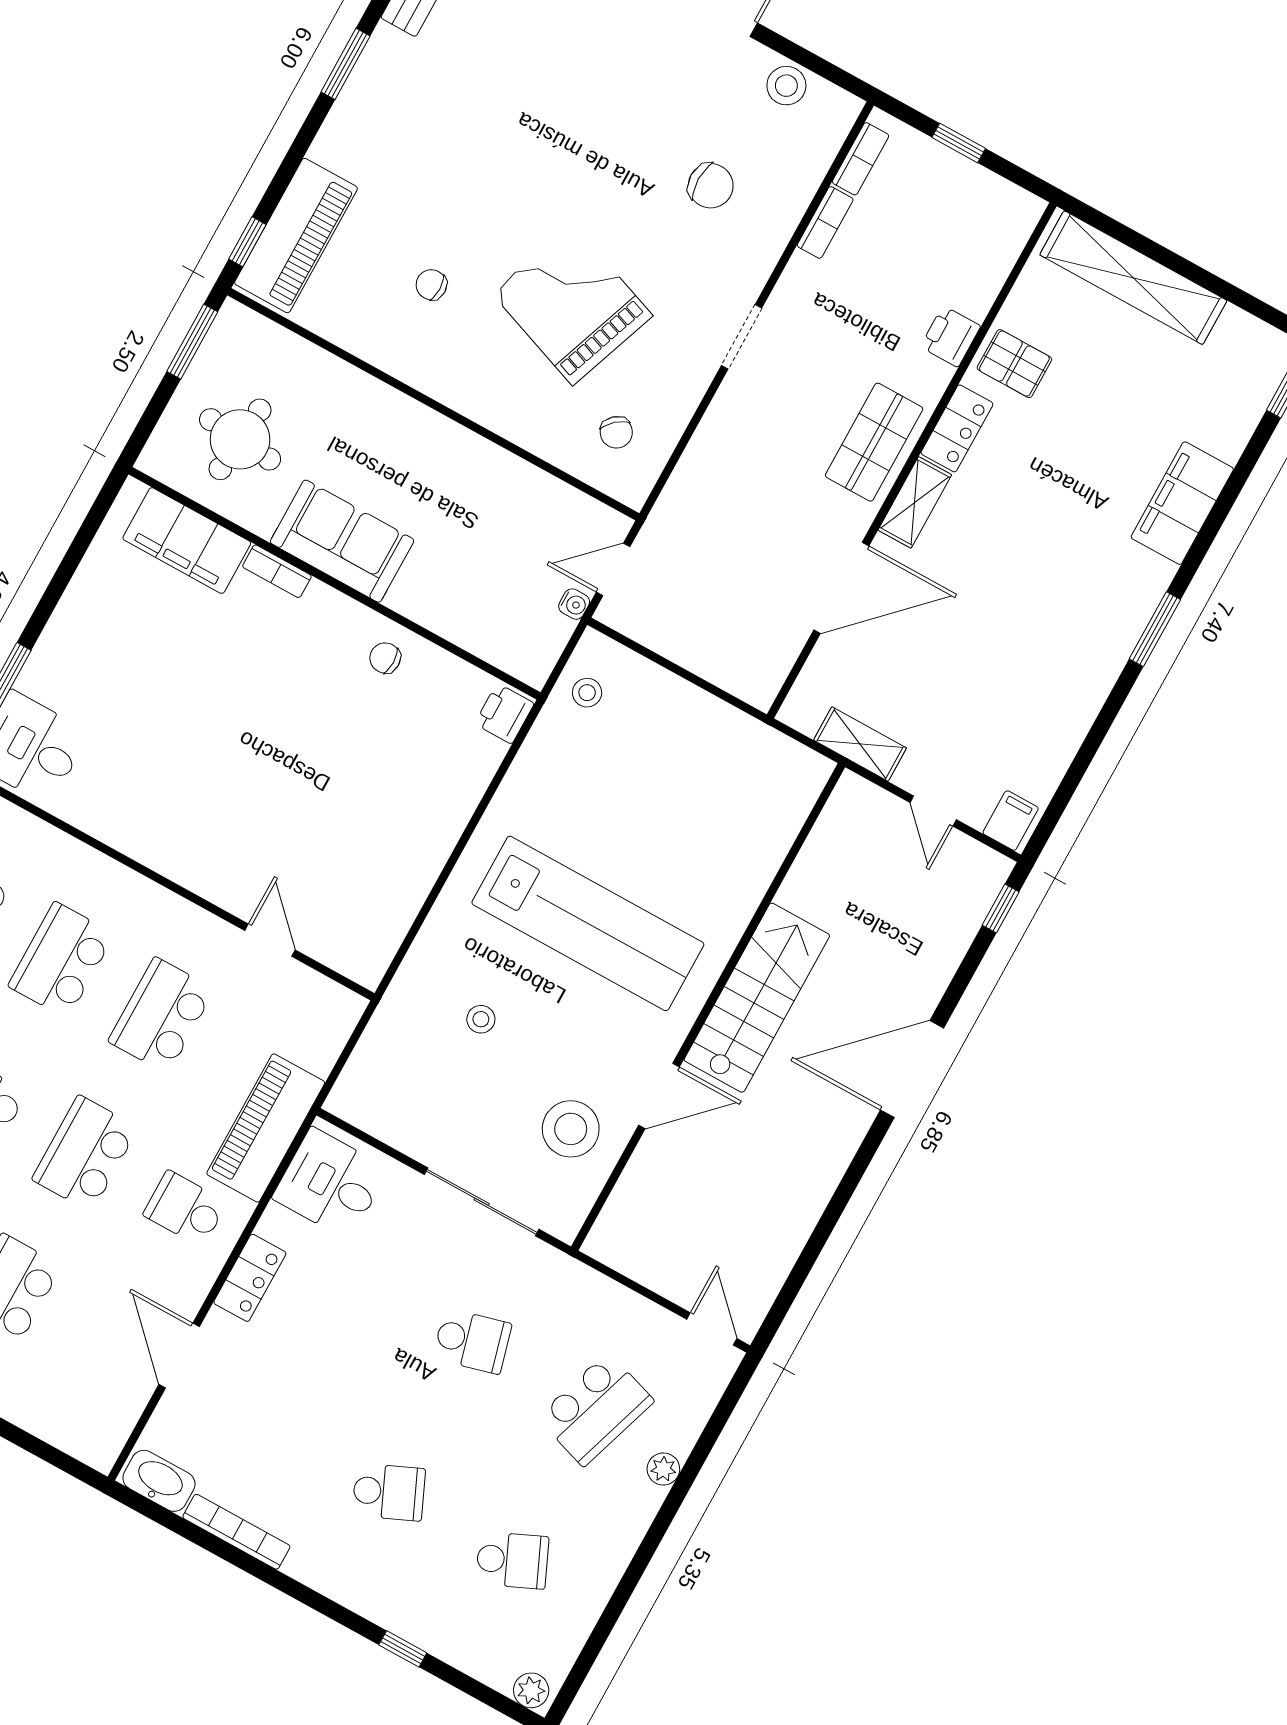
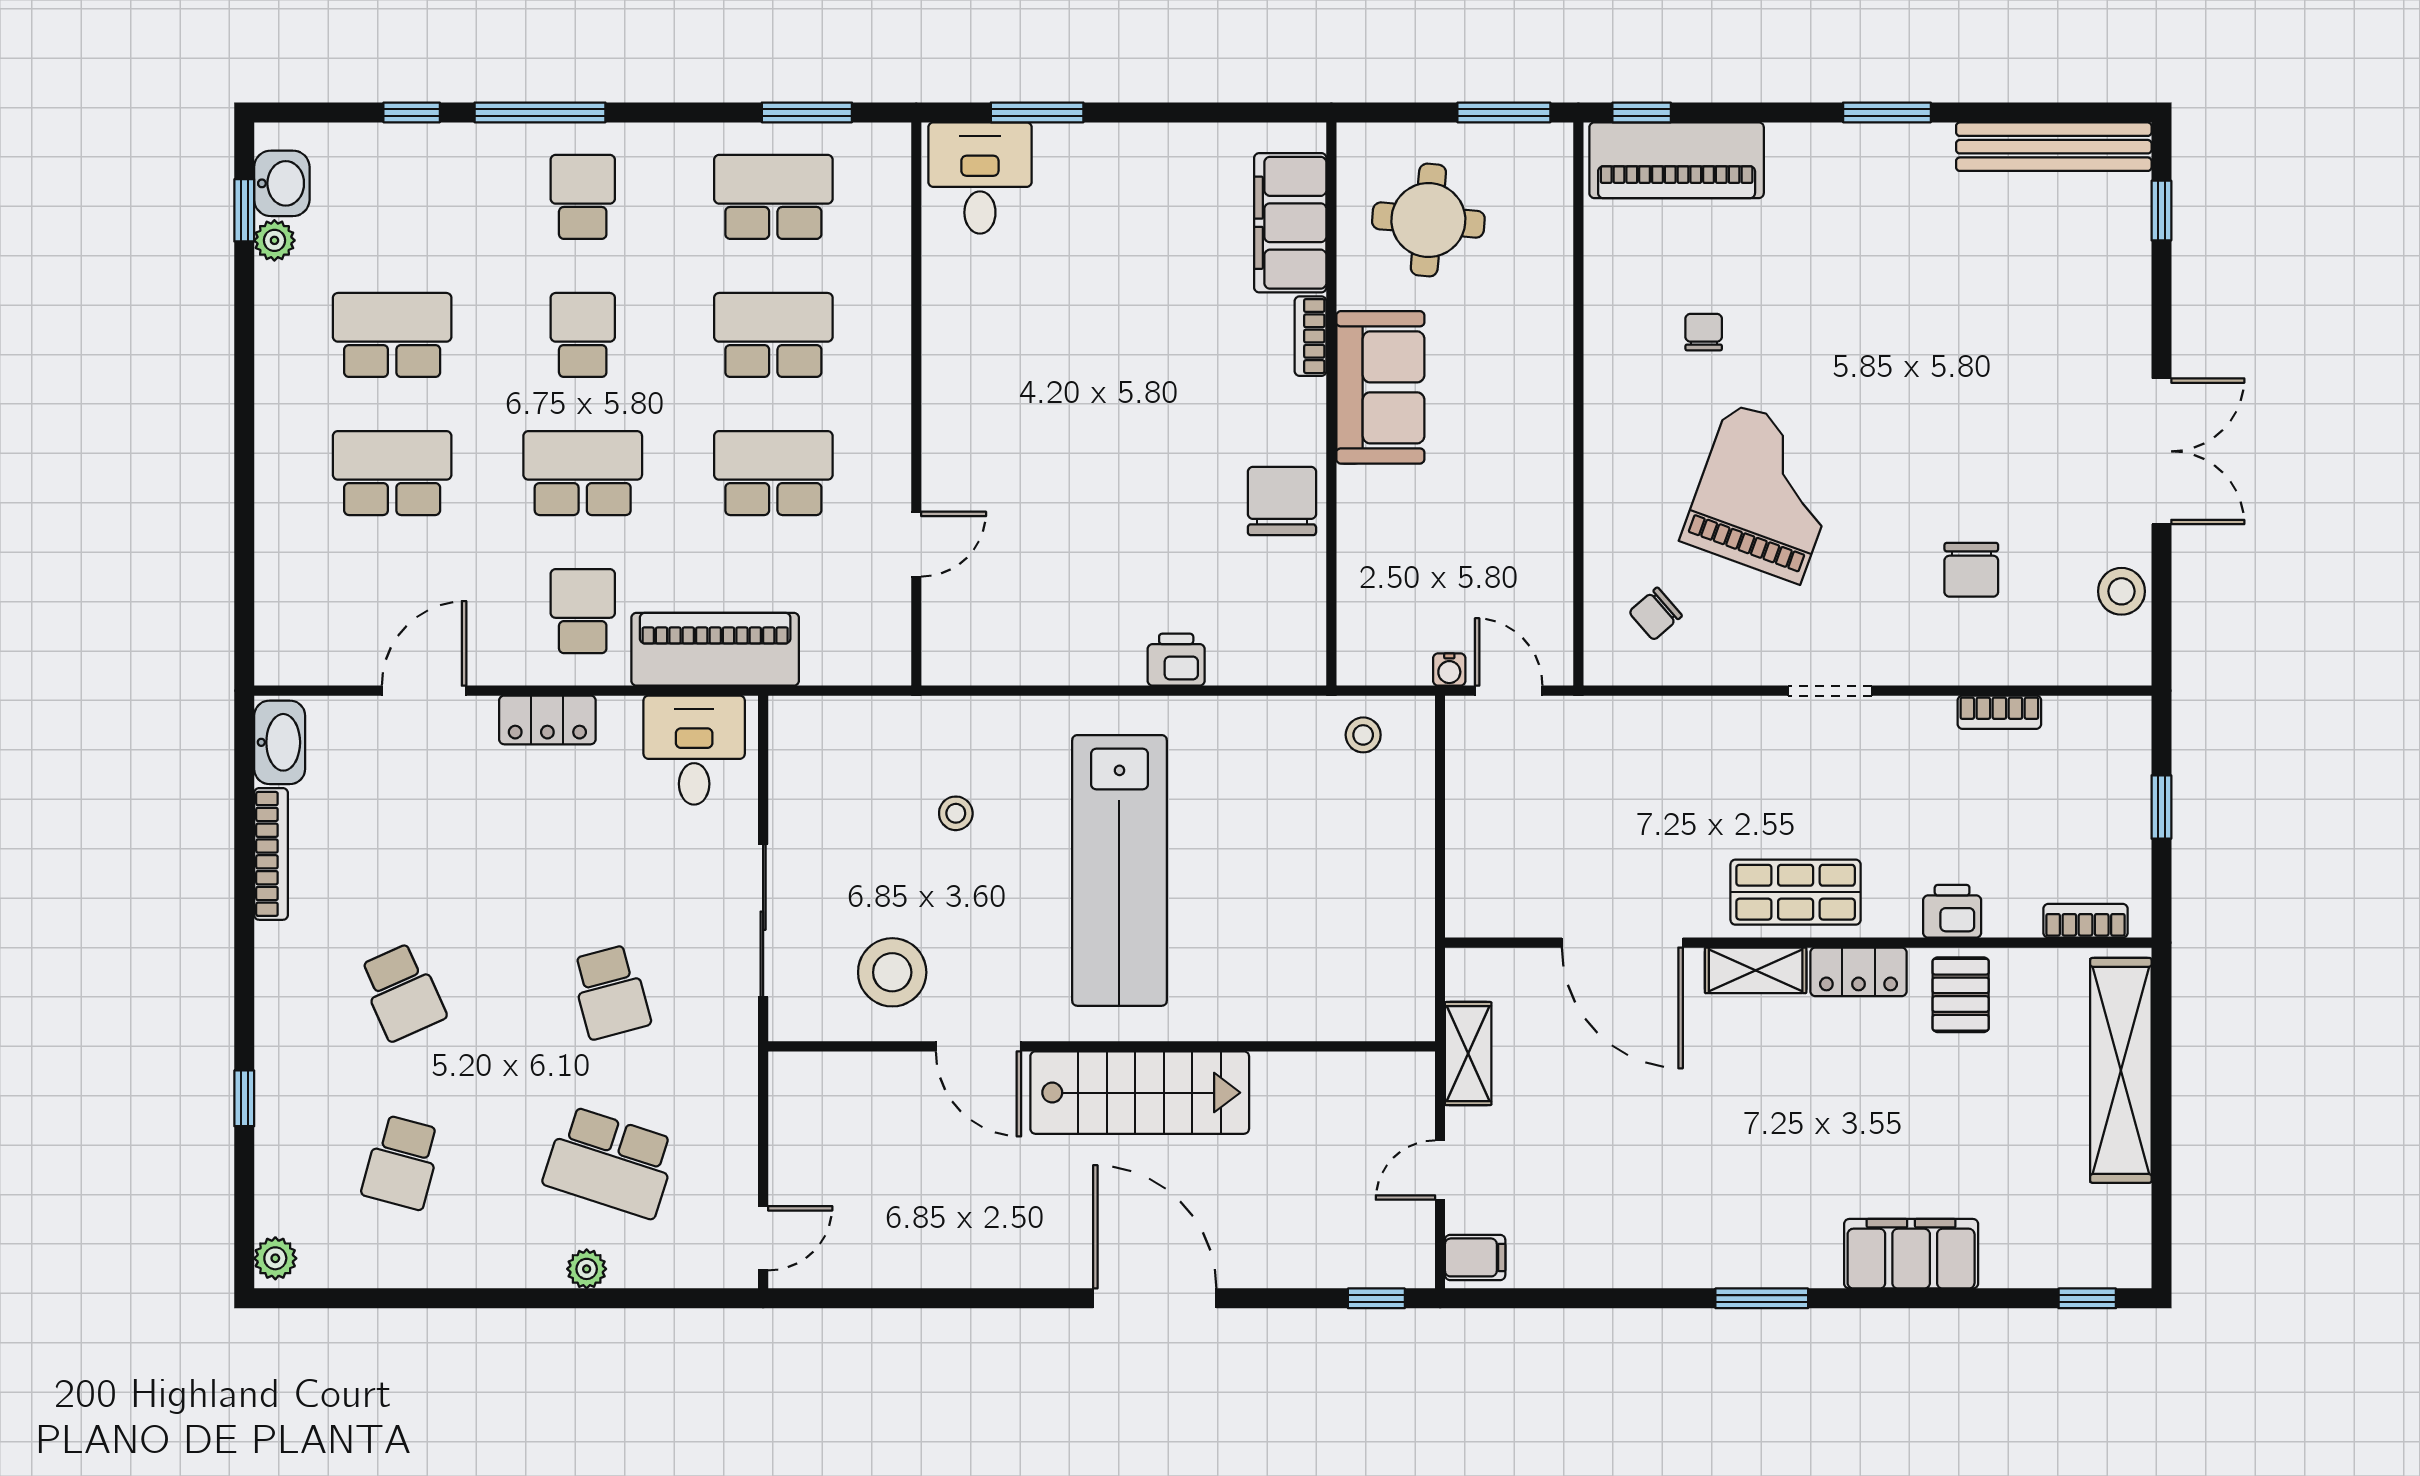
bookcase: (860, 159) -> (2086, 921), moved, turned 180
chair: (385, 658) -> (1282, 501), width x1.87, depth x1.87
printer: (504, 714) -> (1176, 660), moved
school desk: (512, 1560) -> (402, 1162), turned 39

